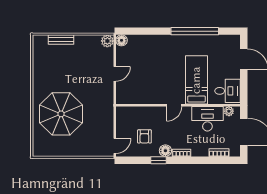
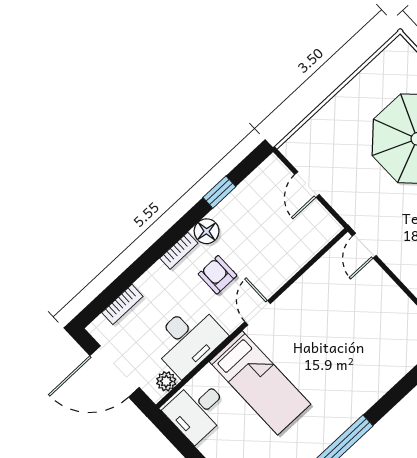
door: (115, 74) -> (364, 246), moved
armchair: (144, 136) -> (218, 275), moved
door: (115, 146) -> (307, 184), moved
window: (158, 160) -> (219, 192), moved

